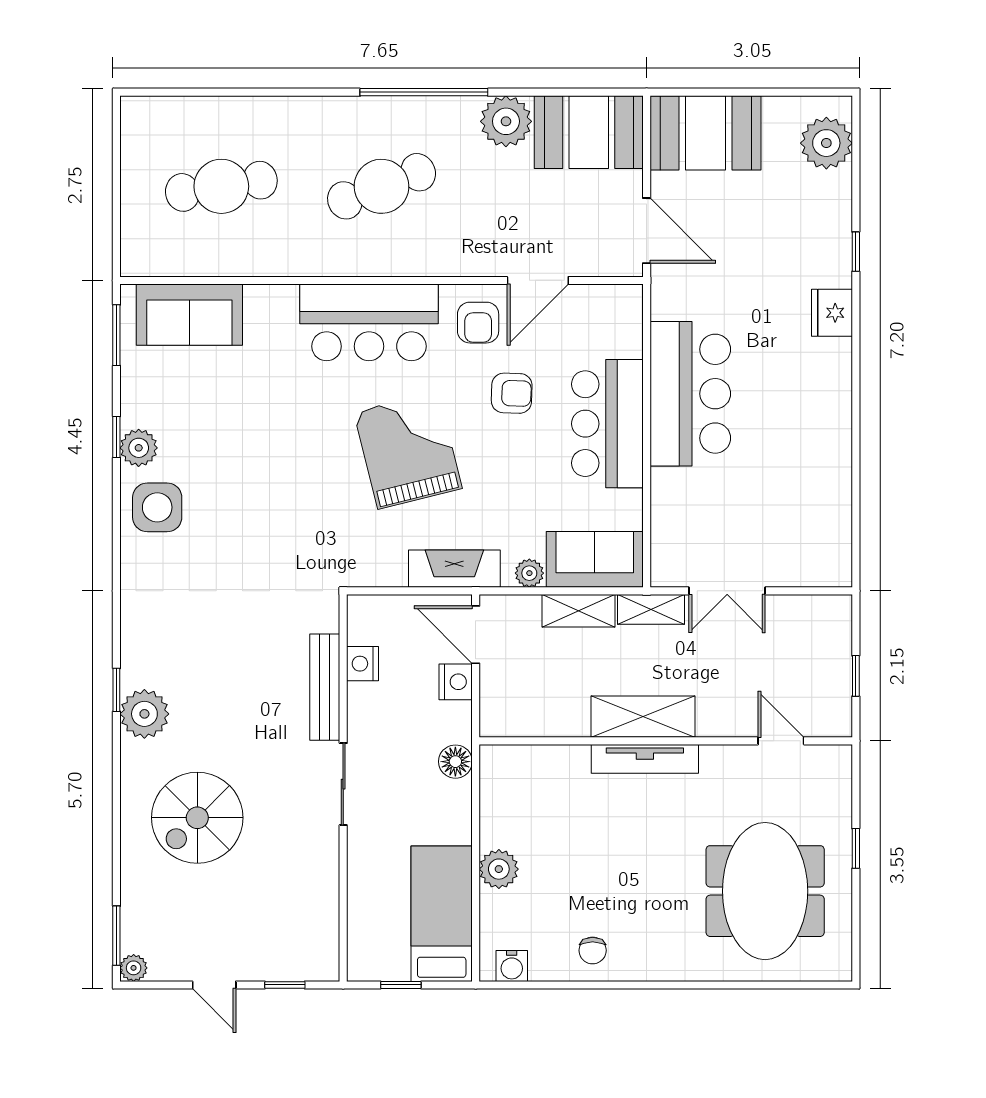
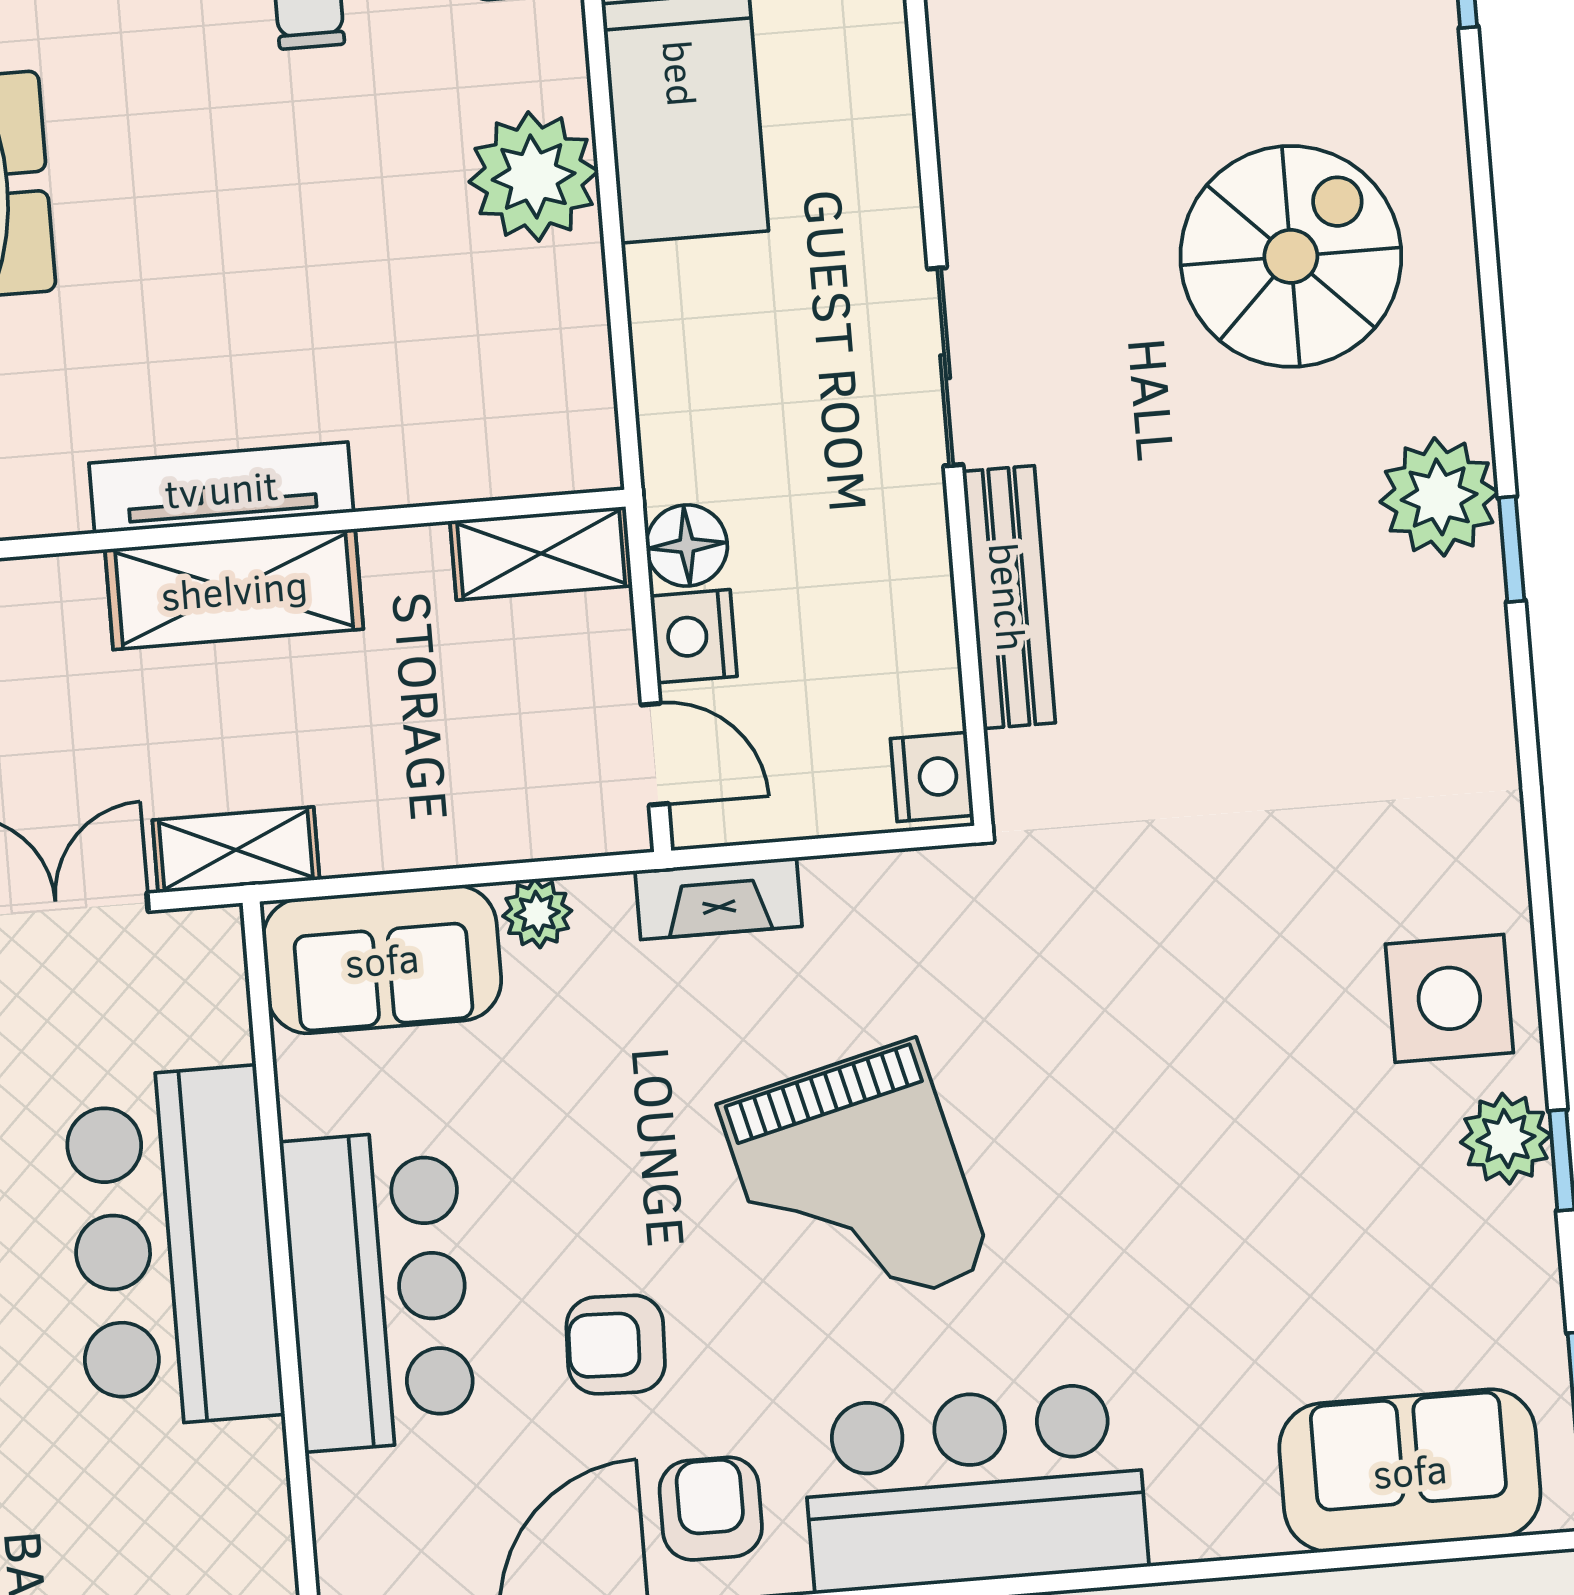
bar counter: (690, 394) -> (173, 1247), moved
fireplace: (454, 569) -> (718, 898), width x0.73, depth x0.76
shelving: (578, 611) -> (541, 553), moved
door: (476, 635) -> (655, 754), width x0.73
nightstand: (362, 664) -> (932, 777), moved
floor lamp: (455, 762) -> (687, 545), moved
plant: (499, 869) -> (534, 176), width x1.36, depth x1.36

